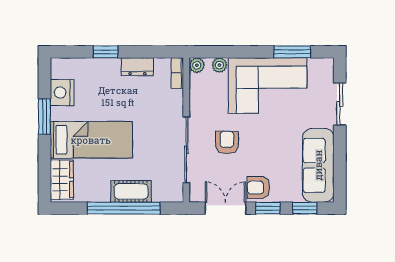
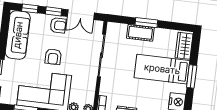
window: (44, 116) -> (192, 76), moved
armchair: (227, 142) -> (53, 57), moved
window: (124, 208) -> (146, 23), width x0.47

